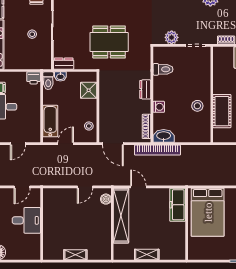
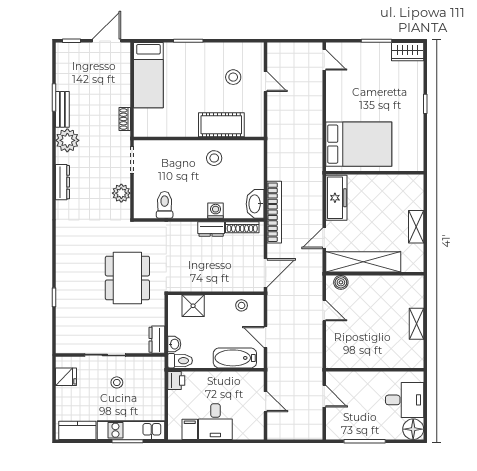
dresser: (145, 89) -> (211, 229), moved
freezer: (178, 205) -> (336, 198), moved, turned -90
desk: (26, 220) -> (405, 400), moved, turned 90

